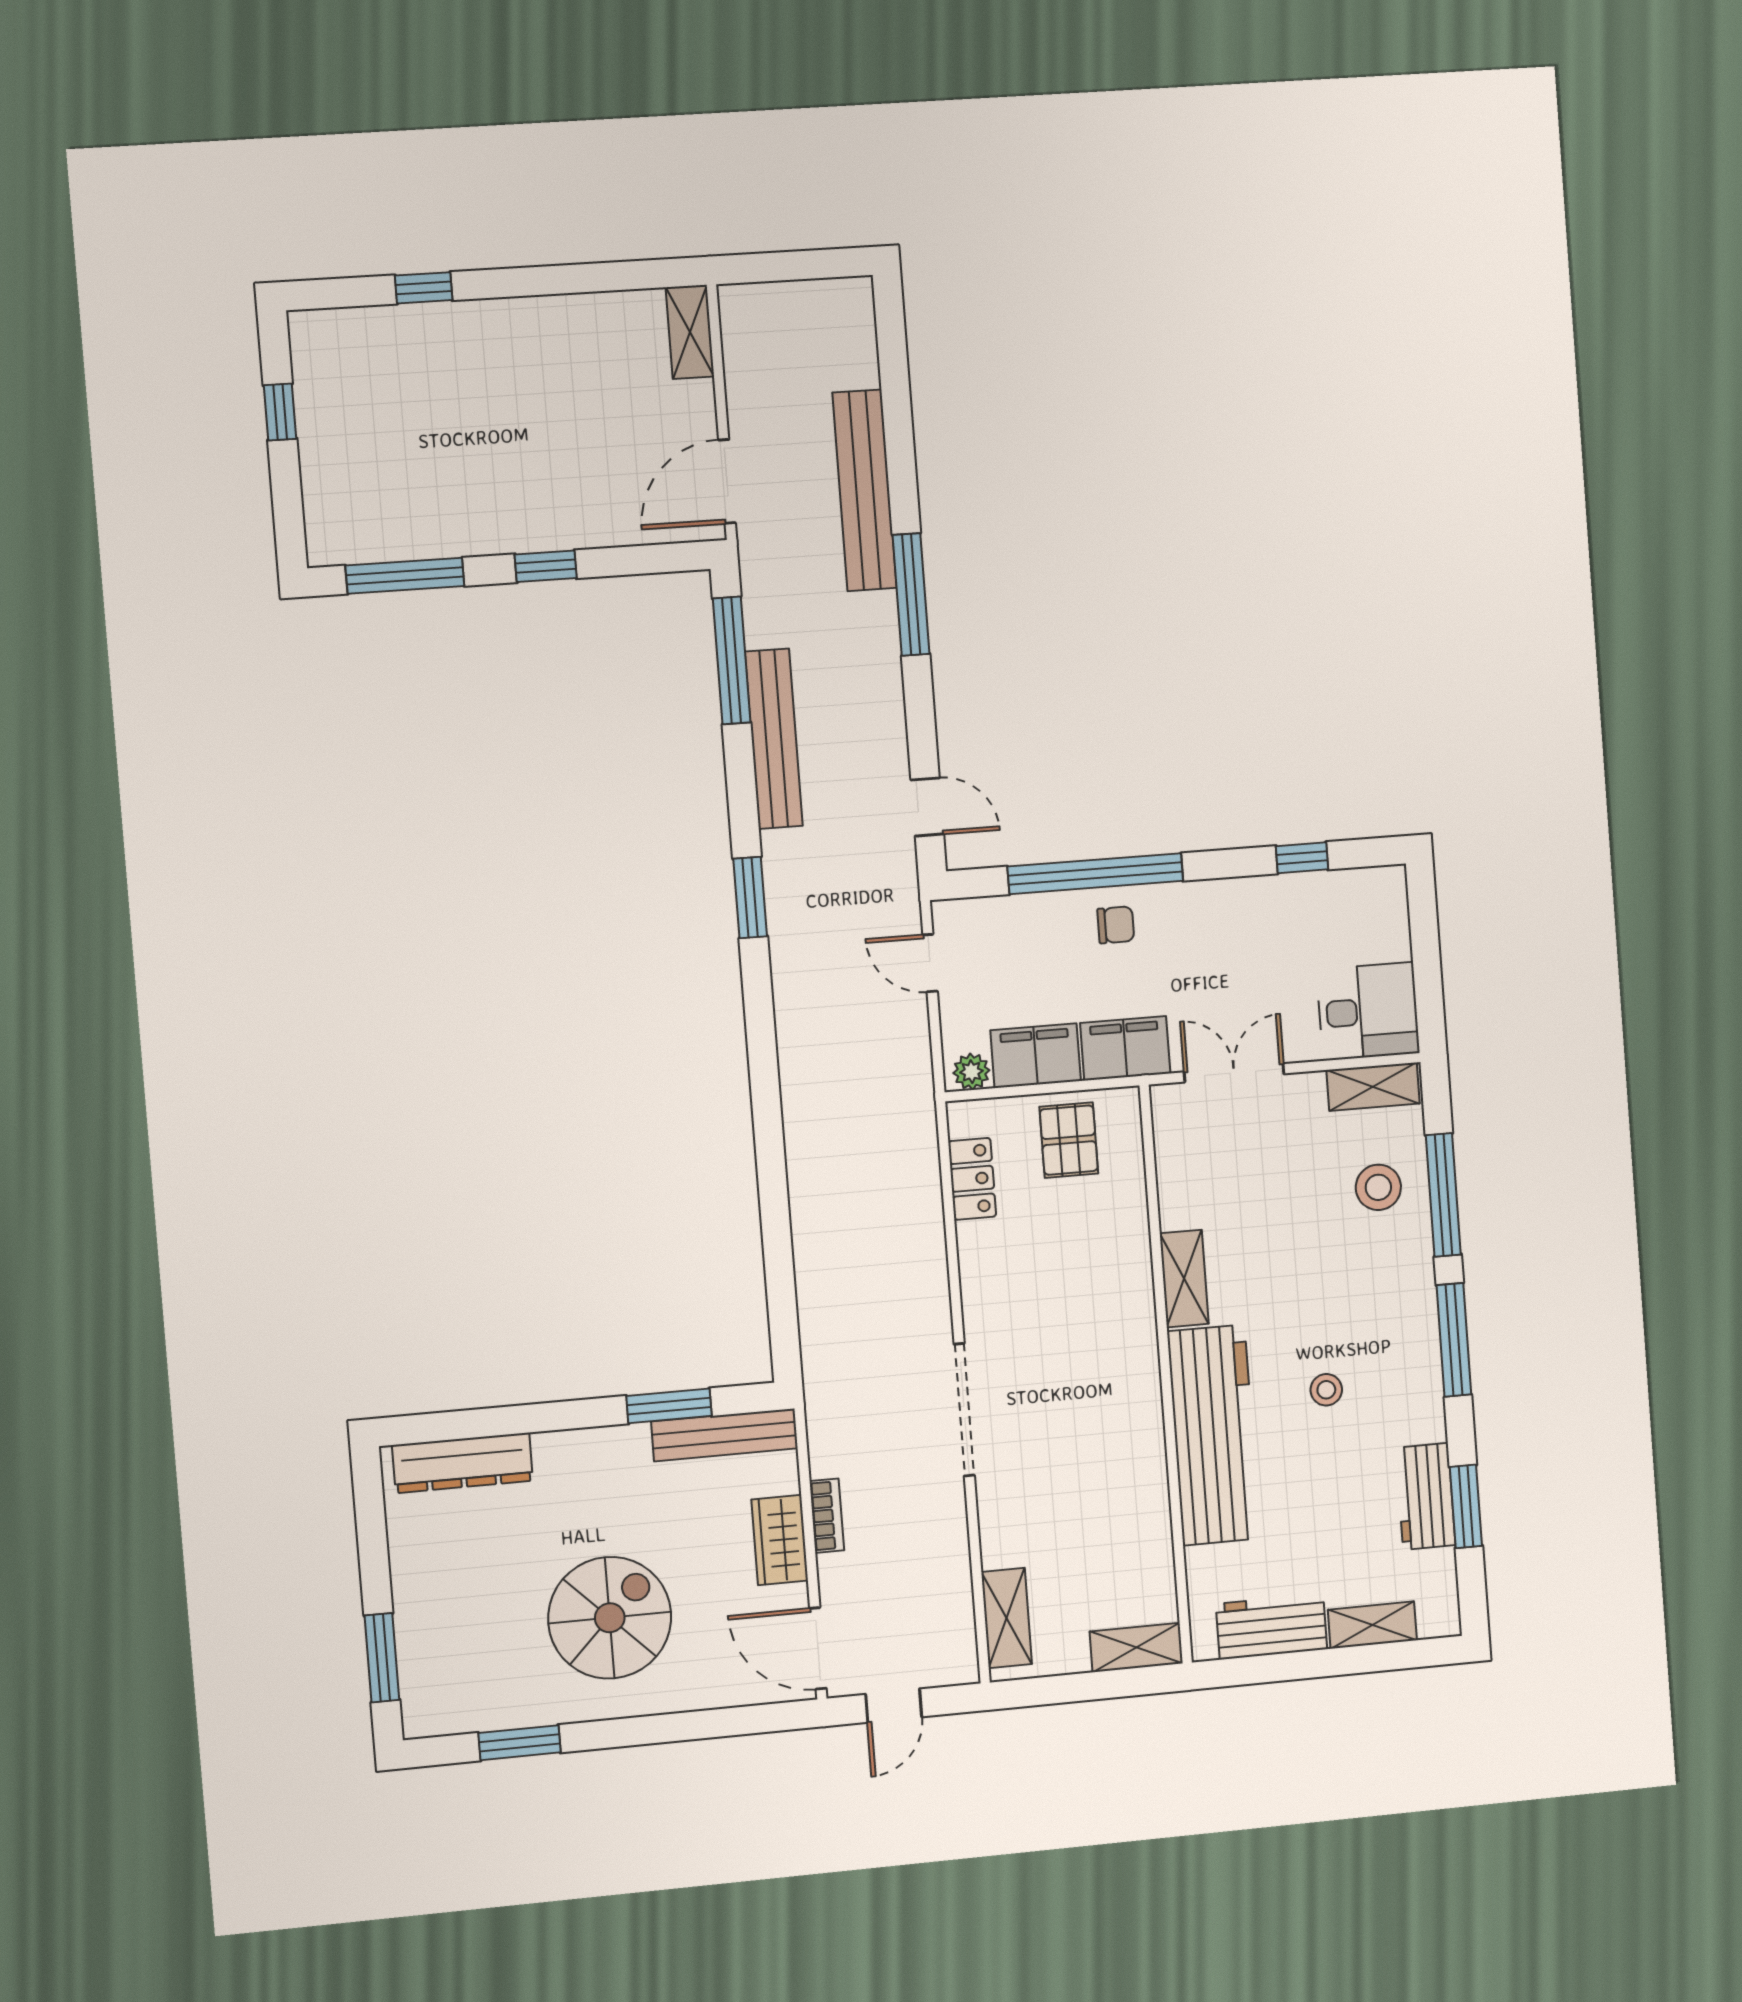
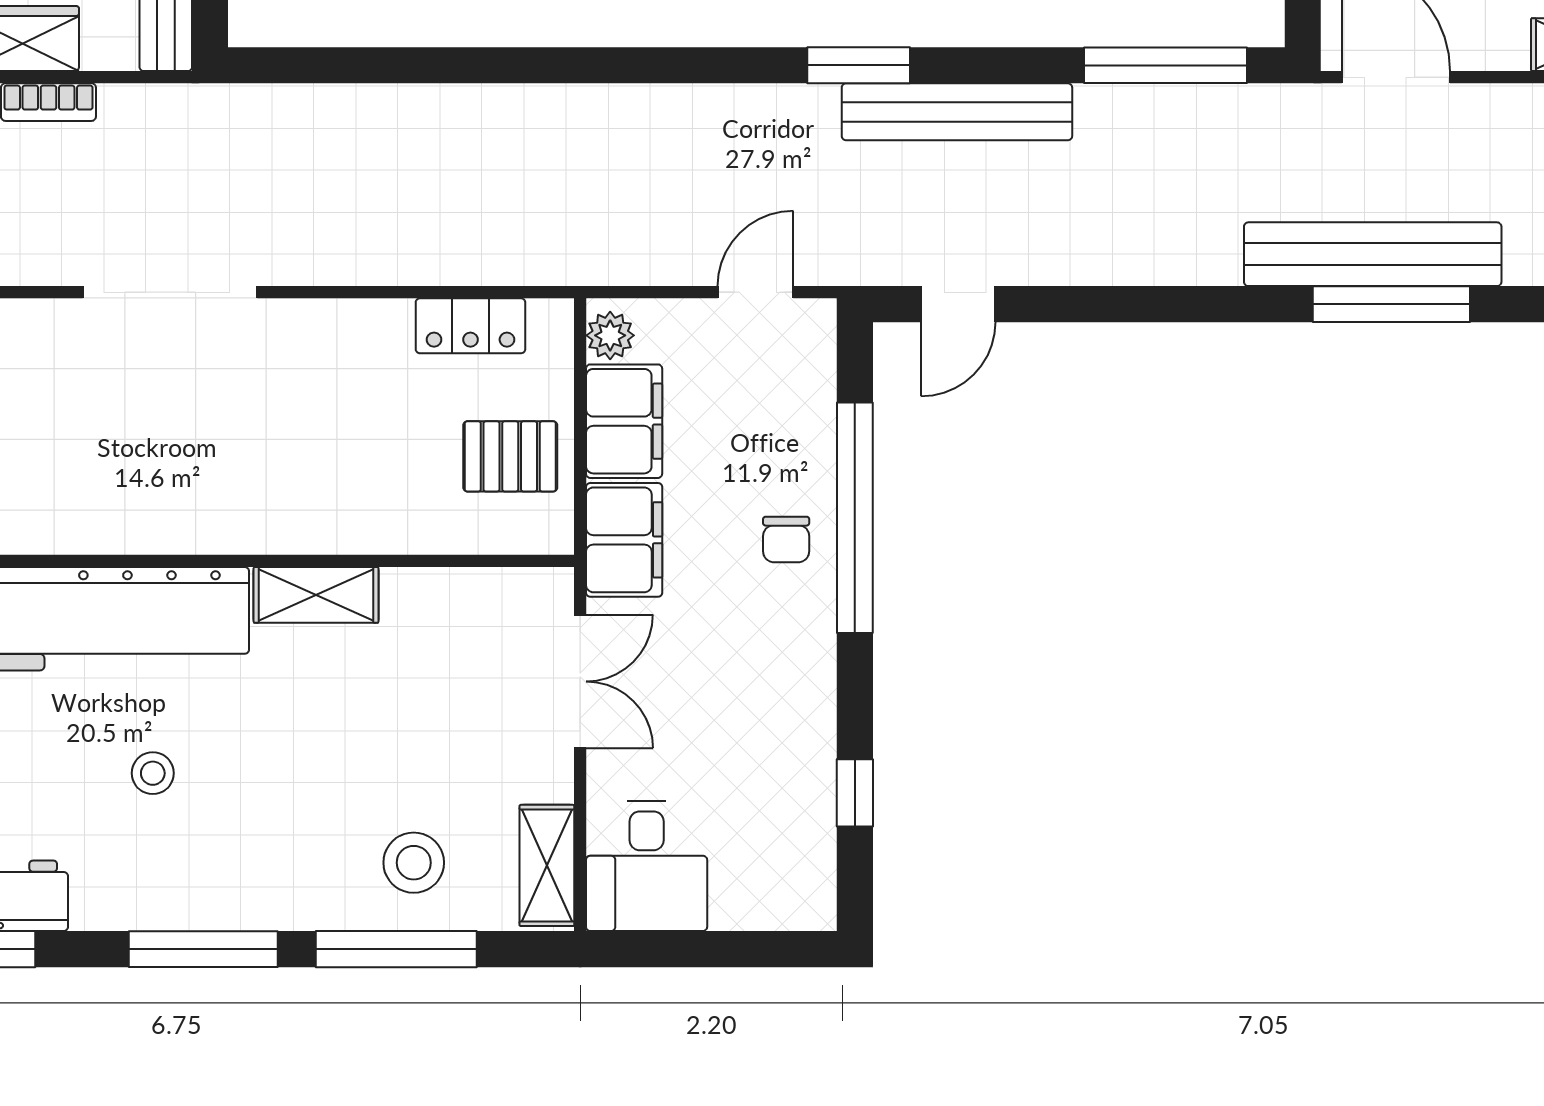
window: (911, 594) -> (1391, 304), moved
bench: (774, 739) -> (957, 112), moved

